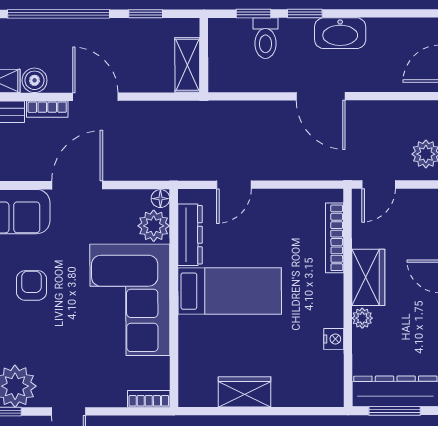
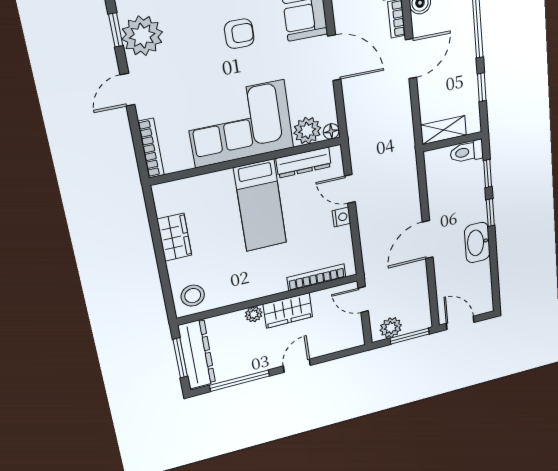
toilet: (265, 38) -> (467, 152), moved
nightstand: (334, 339) -> (341, 217), moved, turned -90
stool: (320, 384) -> (193, 296), added
bookcase: (149, 399) -> (151, 148), width x1.56

